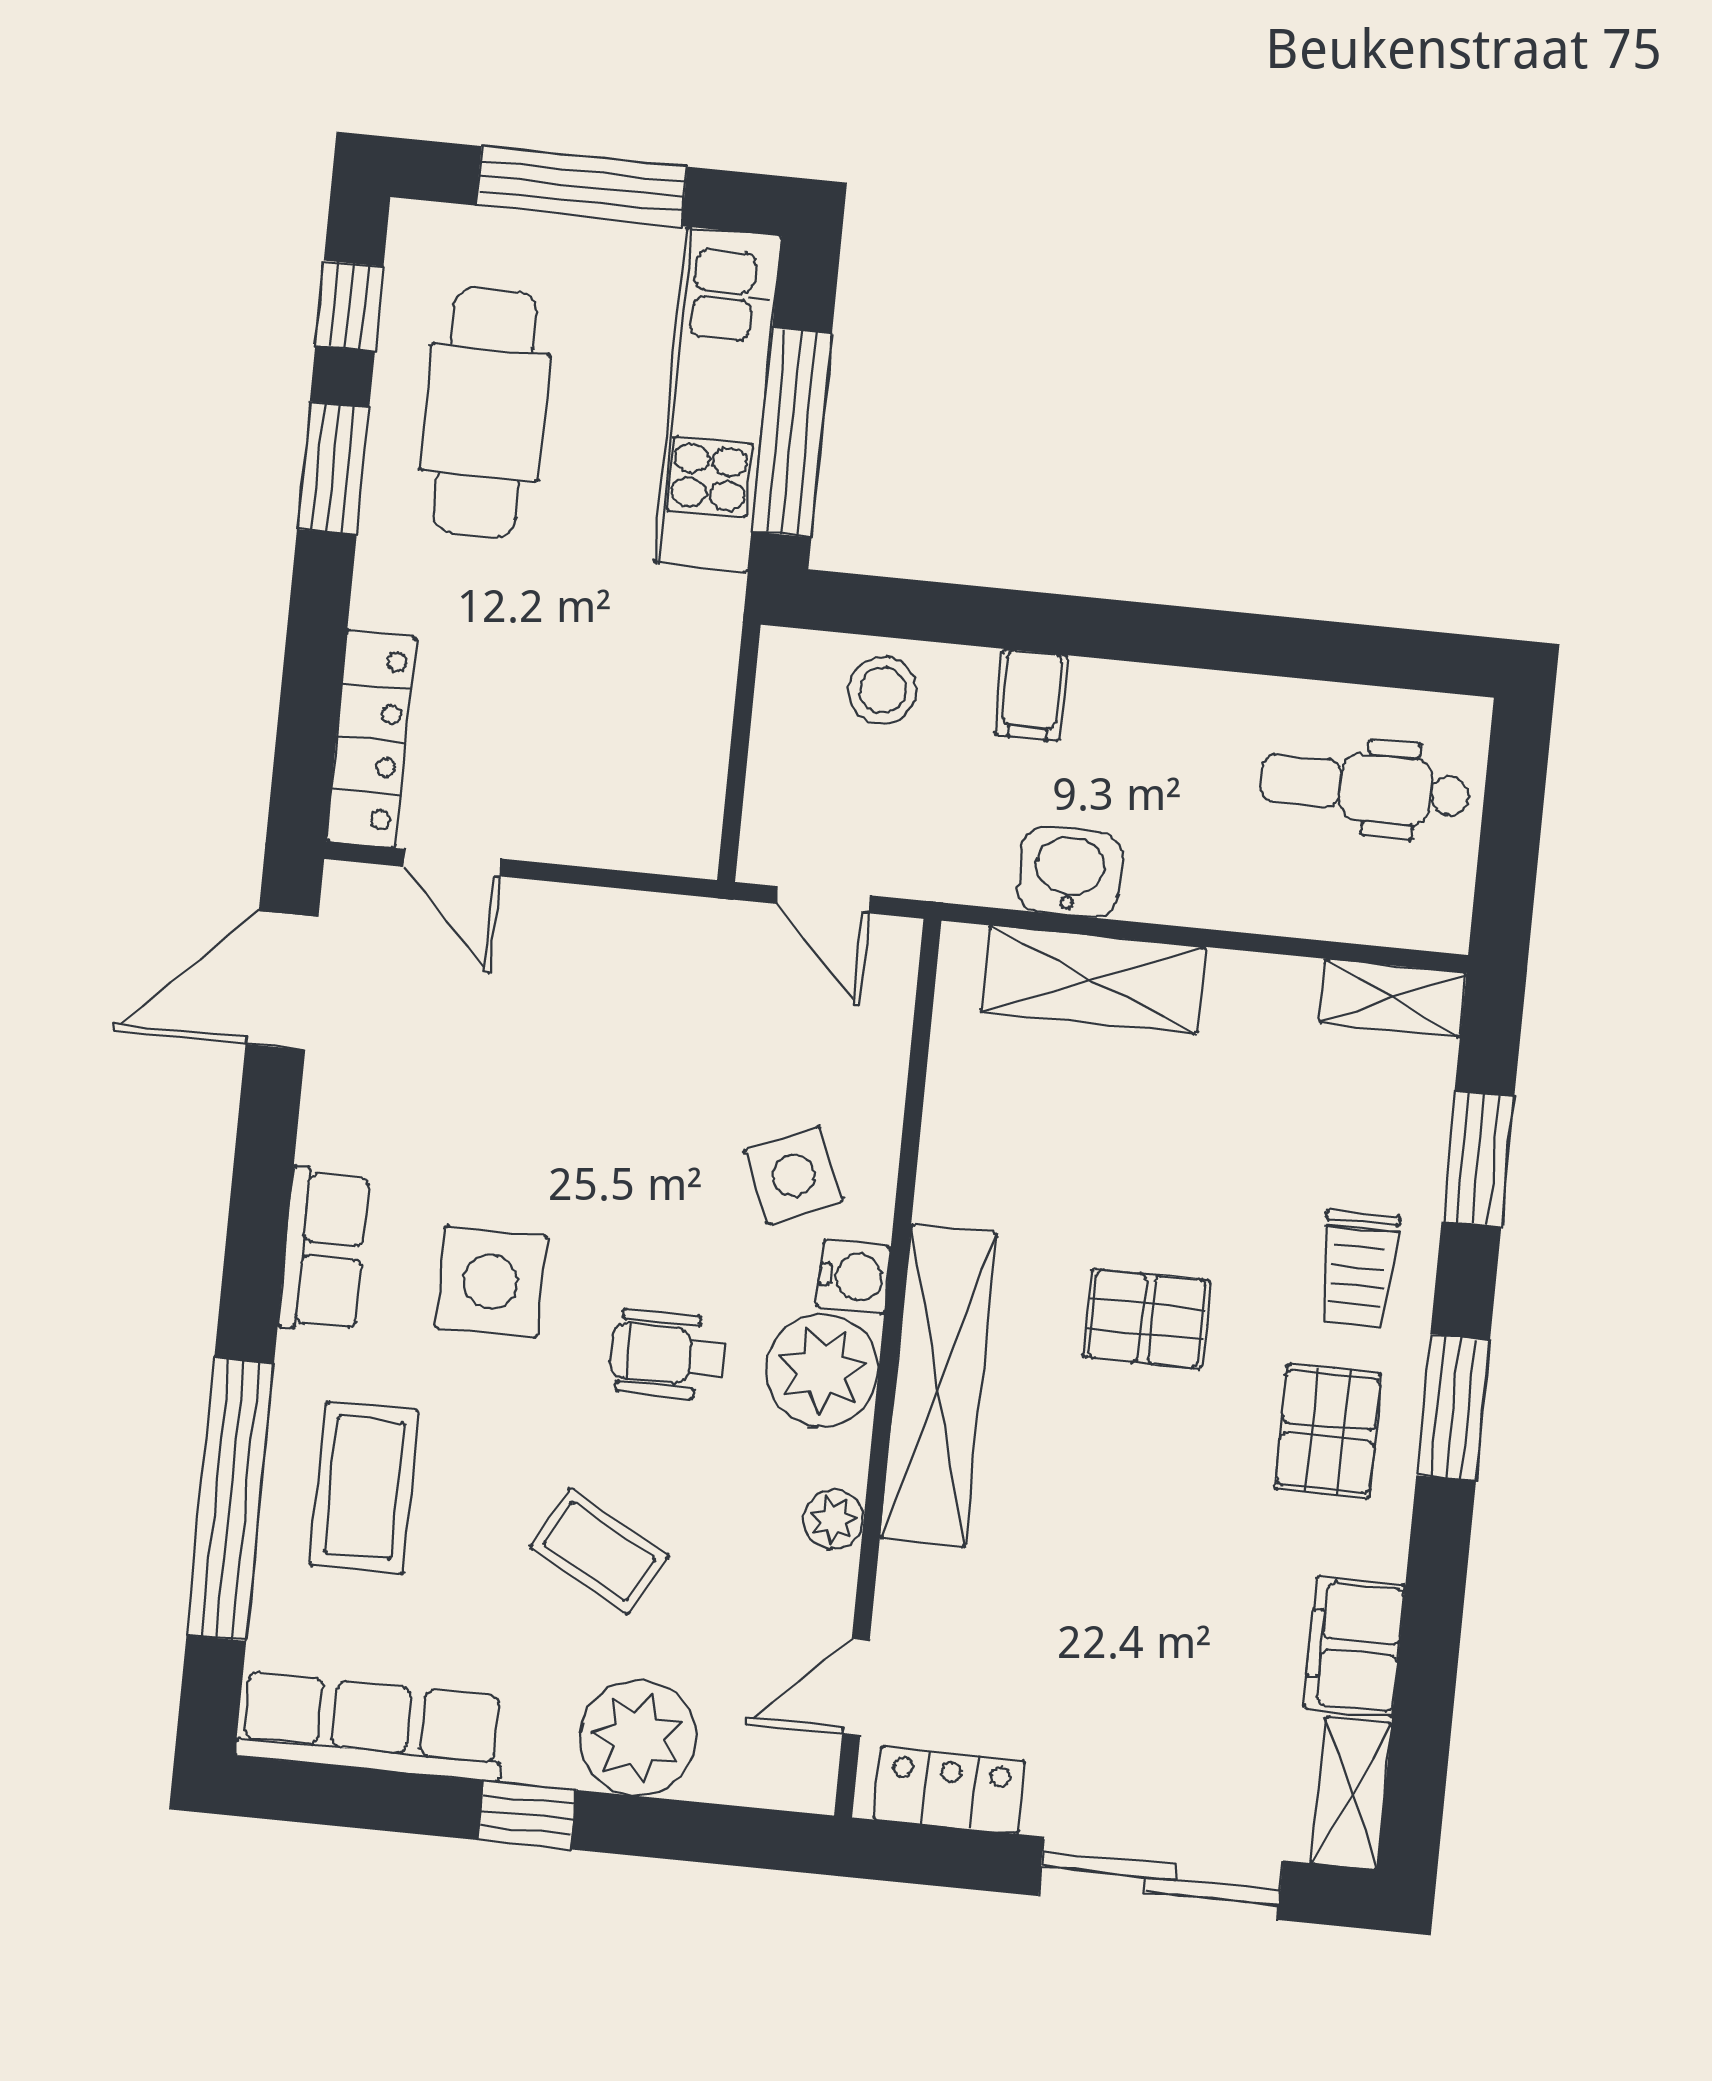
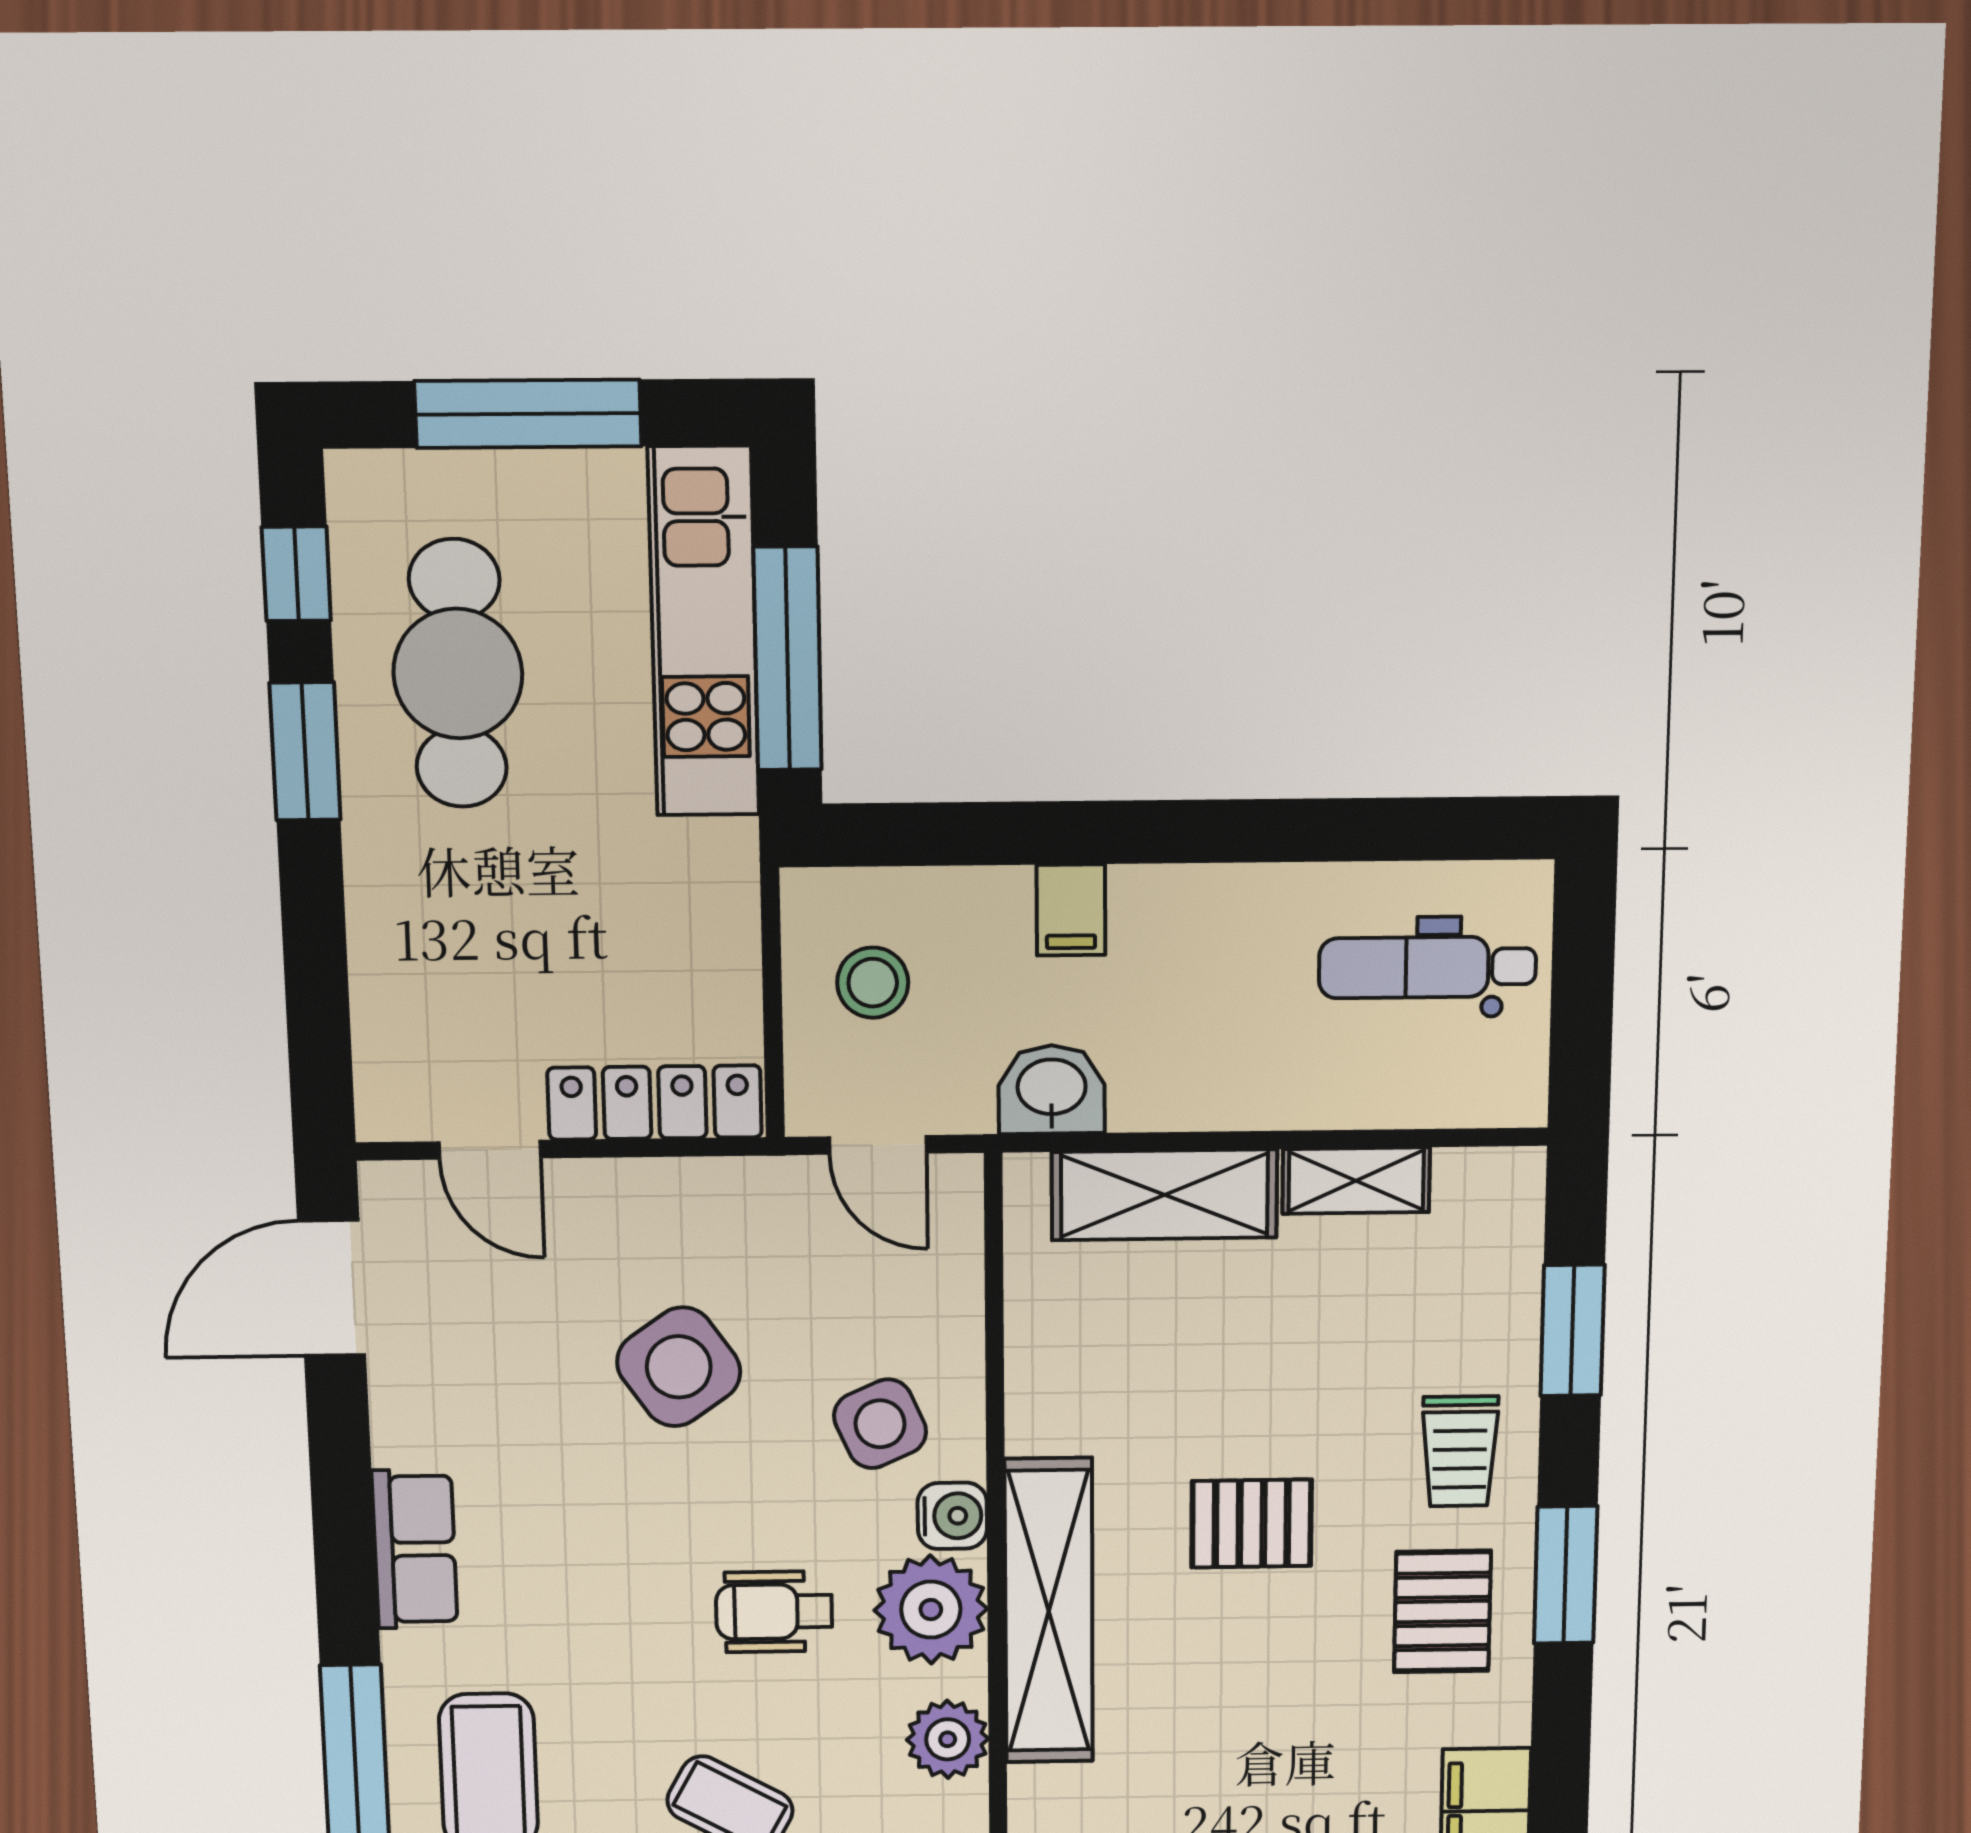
stool: (883, 690) -> (873, 983), moved
locker: (371, 739) -> (655, 1103), moved, turned -90
washbasin: (1070, 872) -> (1052, 1089), moved
shelving: (1393, 998) -> (1356, 1181), moved
side table: (491, 1282) -> (679, 1367), moved, turned -35
plant: (834, 1519) -> (948, 1739), width x1.38, depth x1.38

